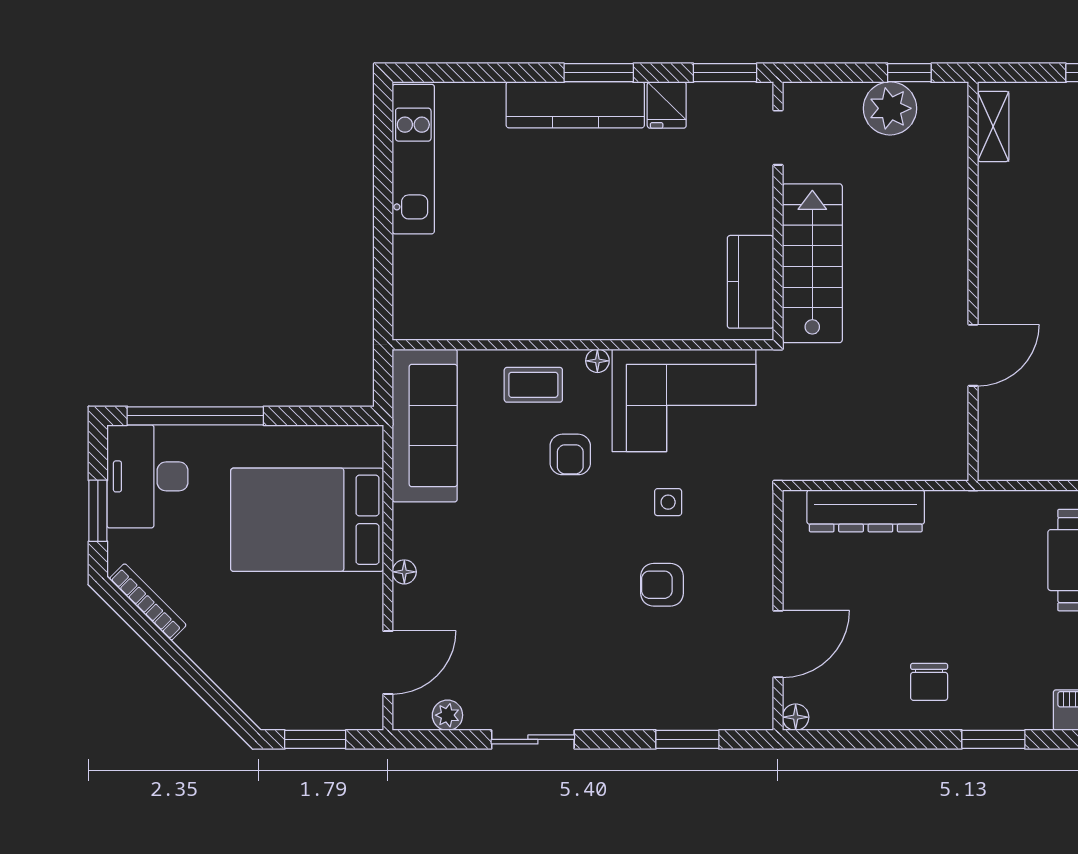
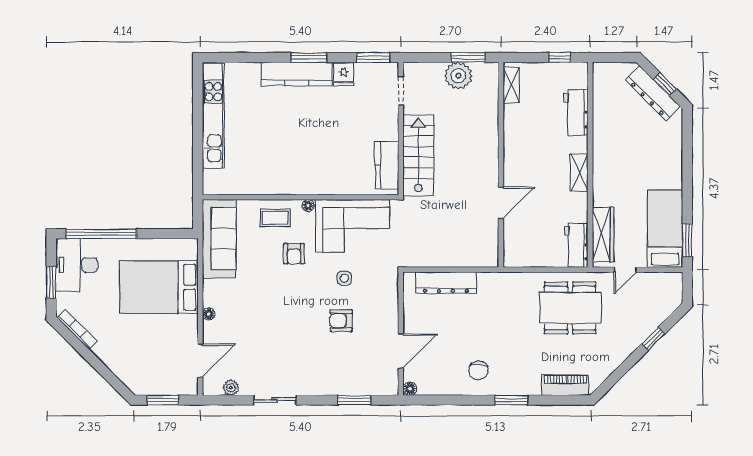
window: (909, 73) -> (468, 57), width x1.50
kitchen unit: (413, 159) -> (213, 116), width x1.36

